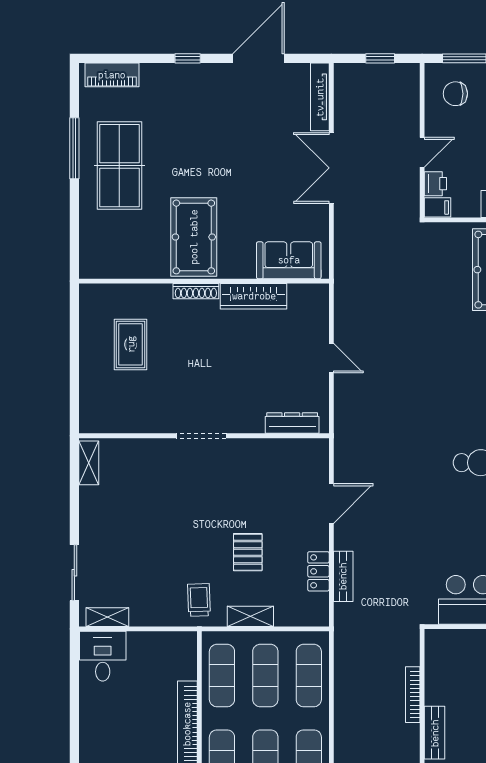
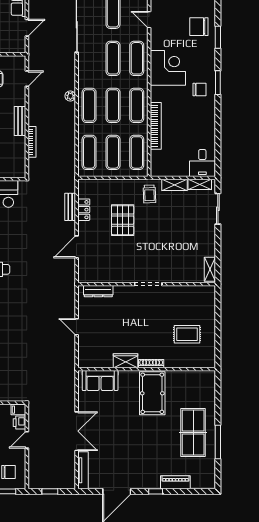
piano: (112, 75) -> (175, 482), moved
wardrobe: (254, 296) -> (125, 361), width x0.67
rug: (131, 344) -> (187, 334), turned 90
pallet: (248, 552) -> (123, 220), width x1.50, depth x1.42
shelving: (250, 616) -> (174, 185), moved

